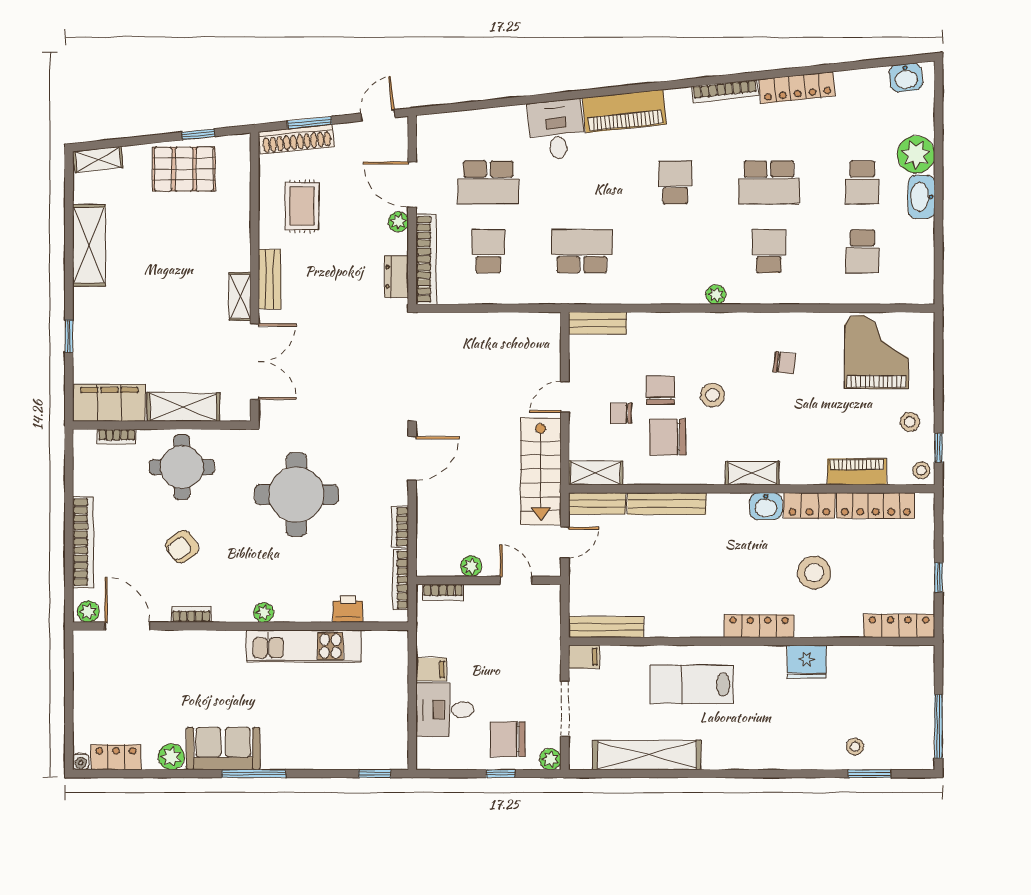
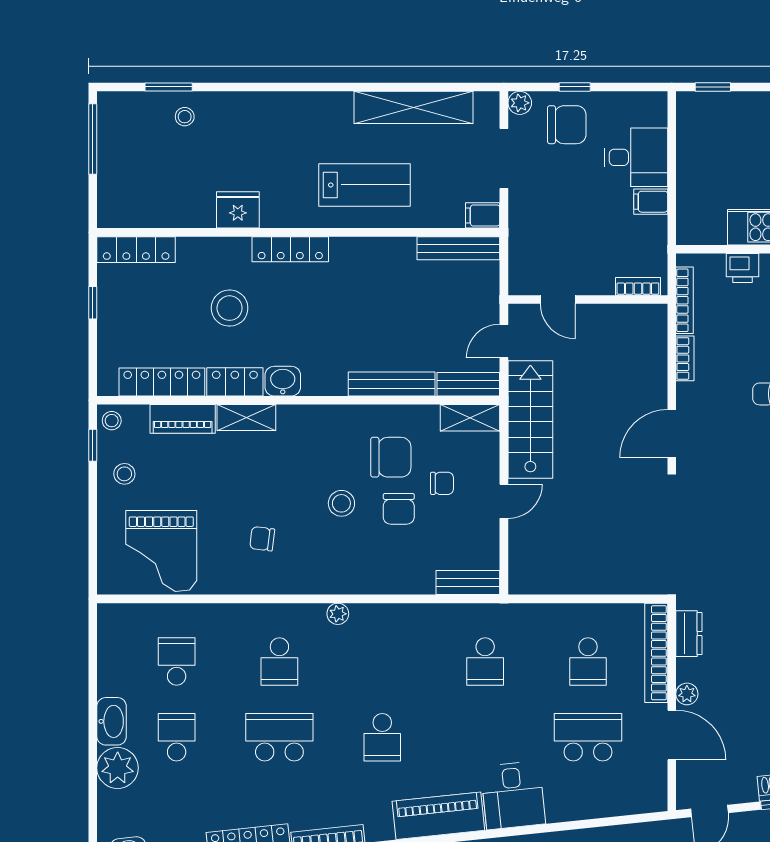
school desk: (582, 251) -> (485, 661), width x0.54
shelving: (752, 473) -> (246, 418), moved
plant: (471, 566) -> (607, 315), removed

